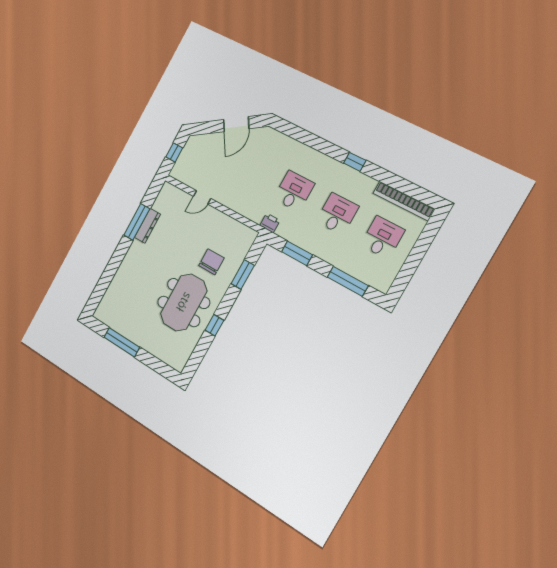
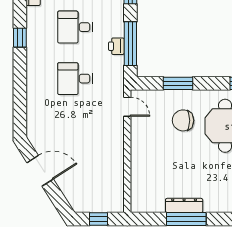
door: (202, 197) -> (127, 107), moved
printer: (270, 223) -> (116, 46), moved
window: (297, 253) -> (130, 44), width x1.44

